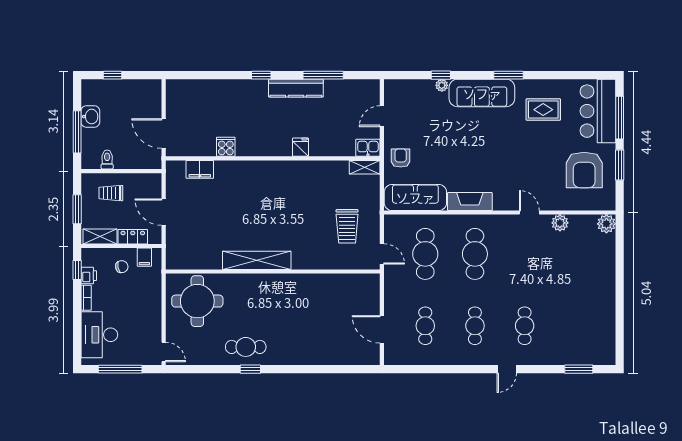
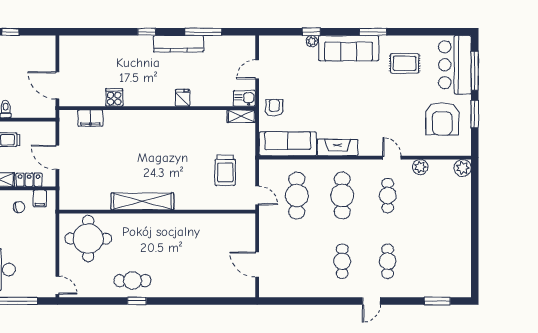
cafe table: (425, 326) -> (388, 196), moved

